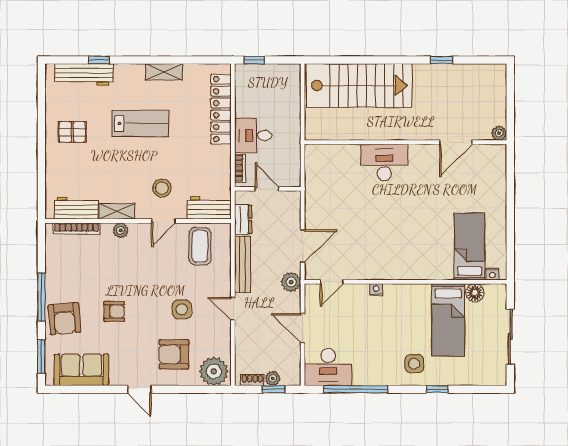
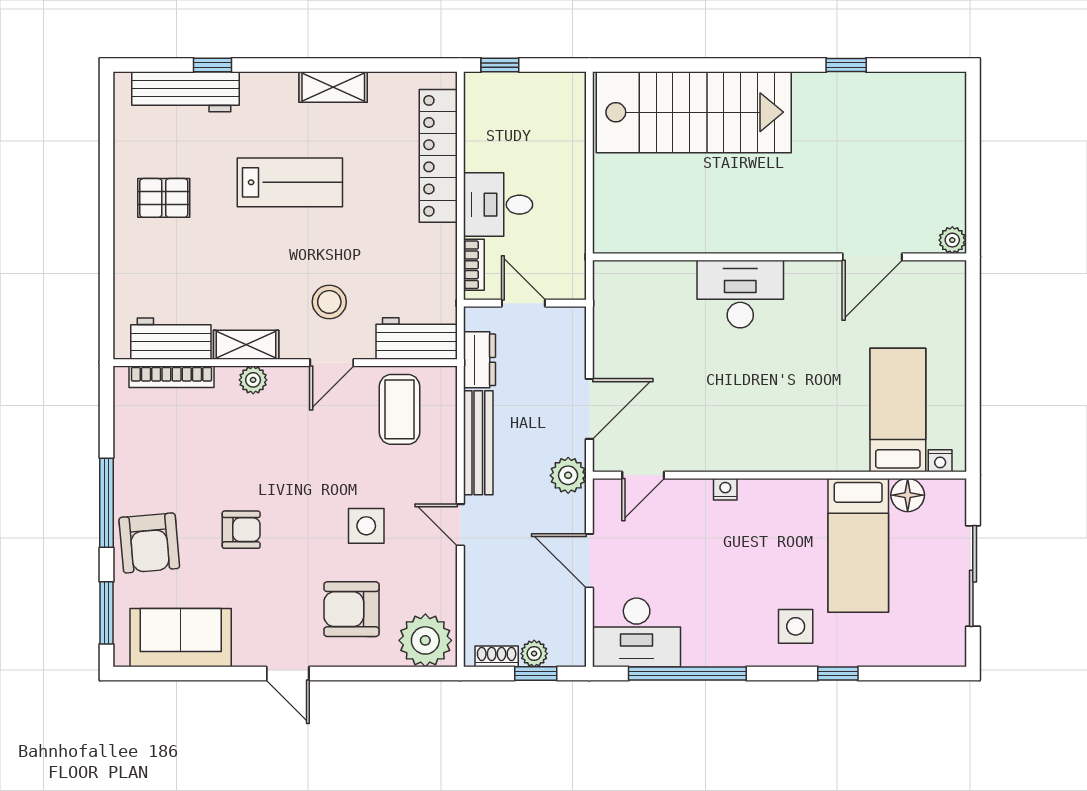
plant: (499, 133) -> (952, 240), moved
wall: (406, 142) -> (780, 257), moved
door: (456, 142) -> (872, 257), moved
desk: (384, 162) -> (740, 294), moved

